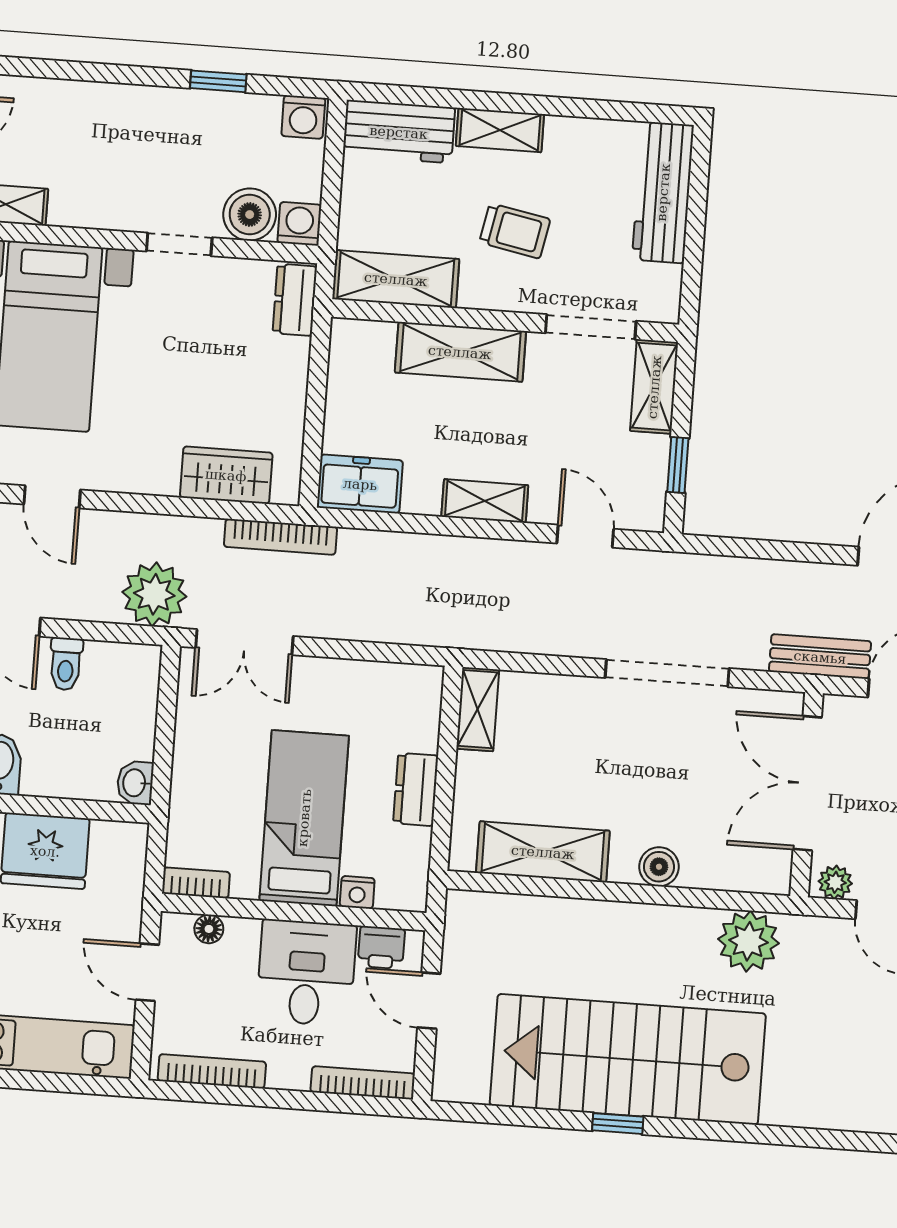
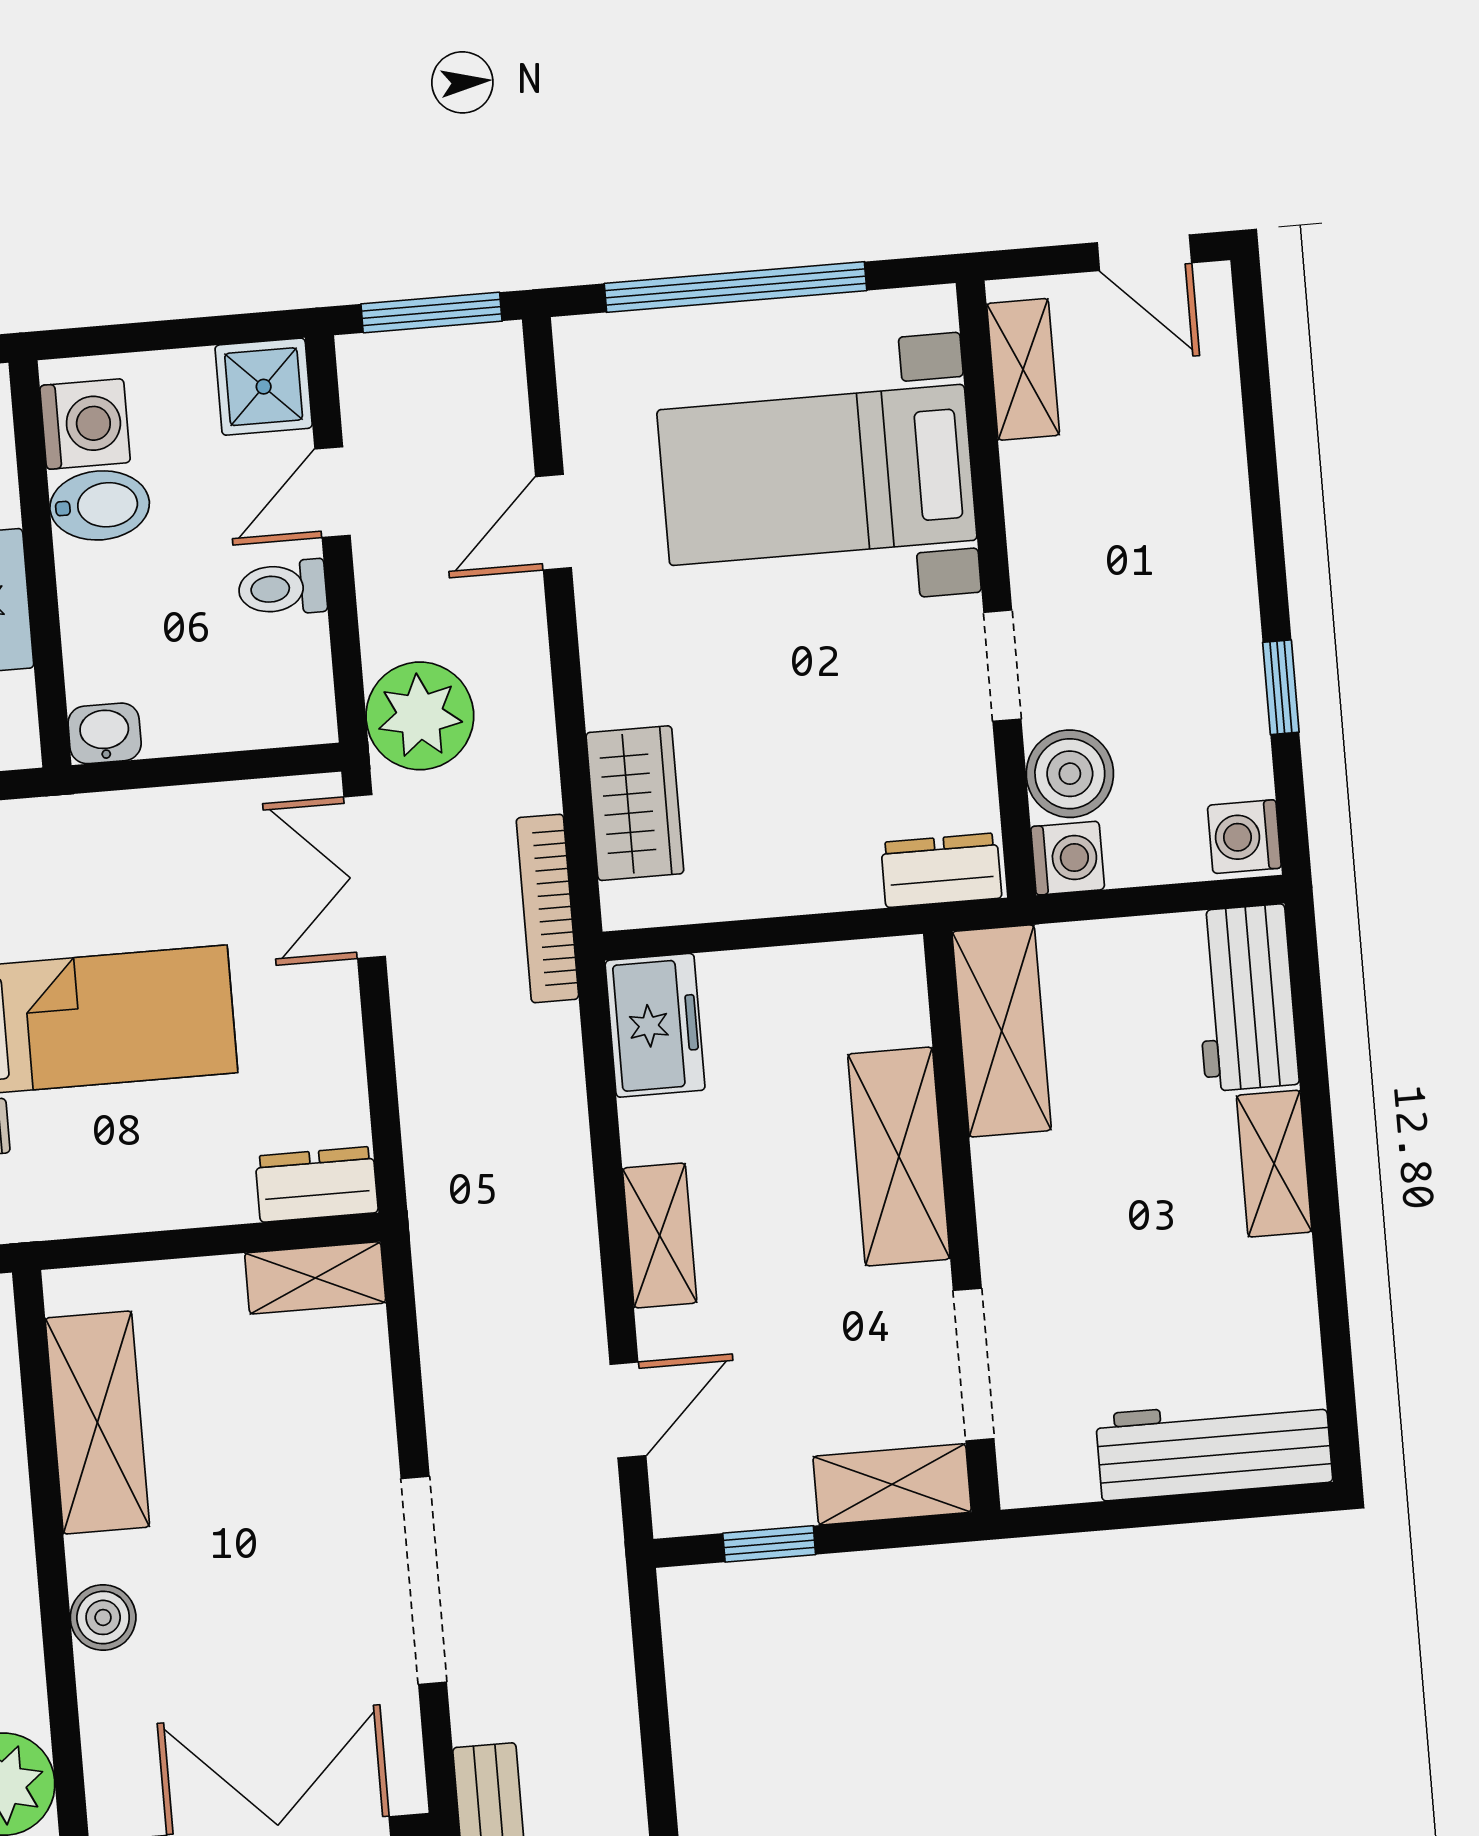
trolley: (515, 231) -> (1112, 1214), removed
dresser: (416, 789) -> (317, 1184), moved

